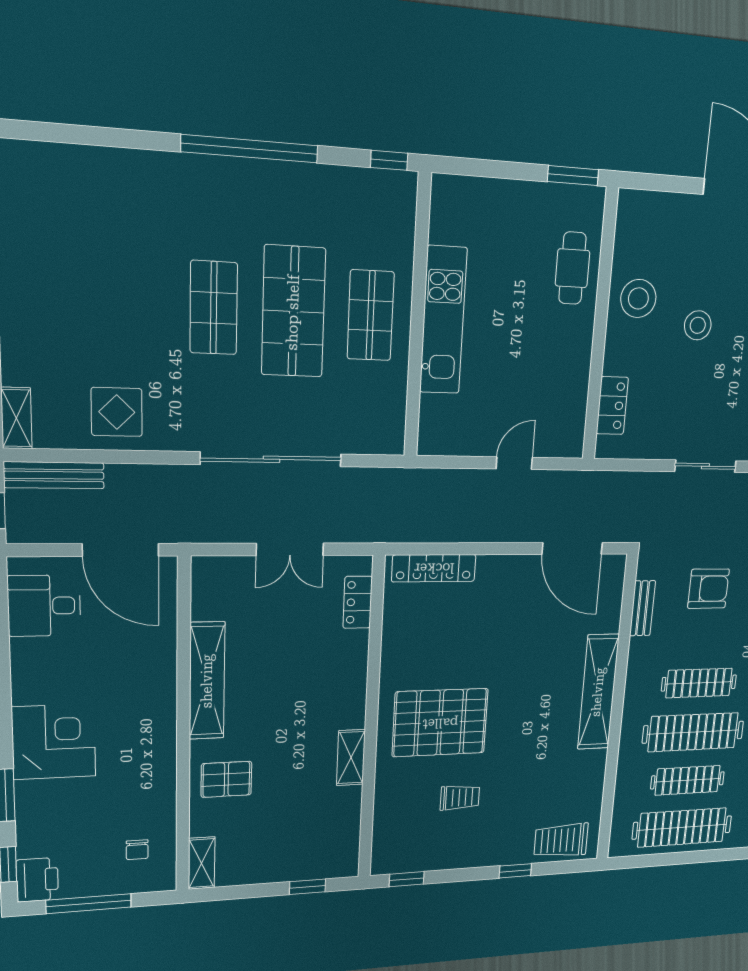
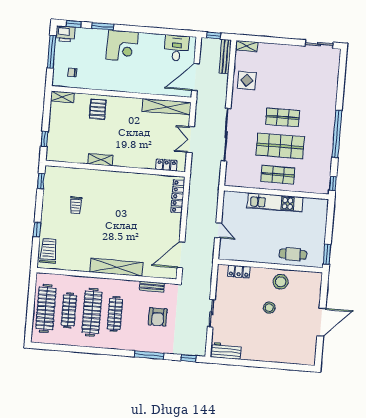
shelving: (207, 681) -> (167, 107), moved
pallet: (440, 723) -> (111, 198), removed

